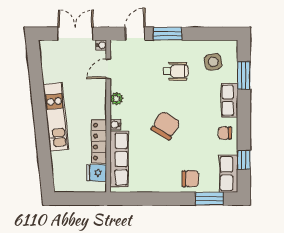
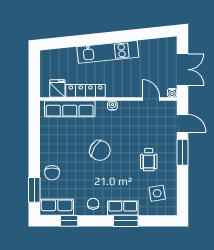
window: (244, 75) -> (126, 221), moved
plant: (117, 99) -> (124, 106), removed
water cooler: (115, 125) -> (112, 105), moved

